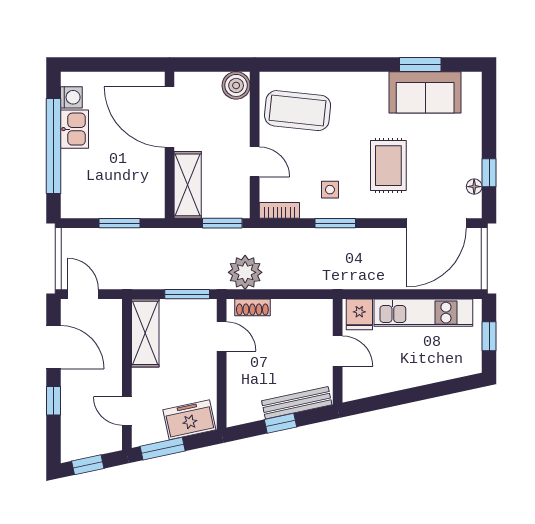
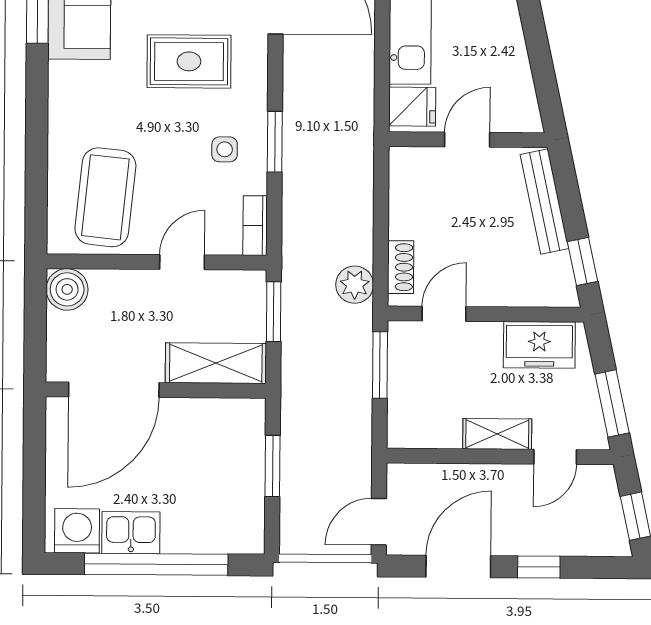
washing machine: (71, 97) -> (77, 531), width x1.38, depth x1.38
plant: (245, 272) -> (355, 285), width x0.73, depth x0.73
shelving: (145, 333) -> (497, 434), moved, width x0.67, depth x0.75
freezer: (189, 420) -> (539, 345), moved, turned -78
window: (280, 423) -> (583, 262), moved

